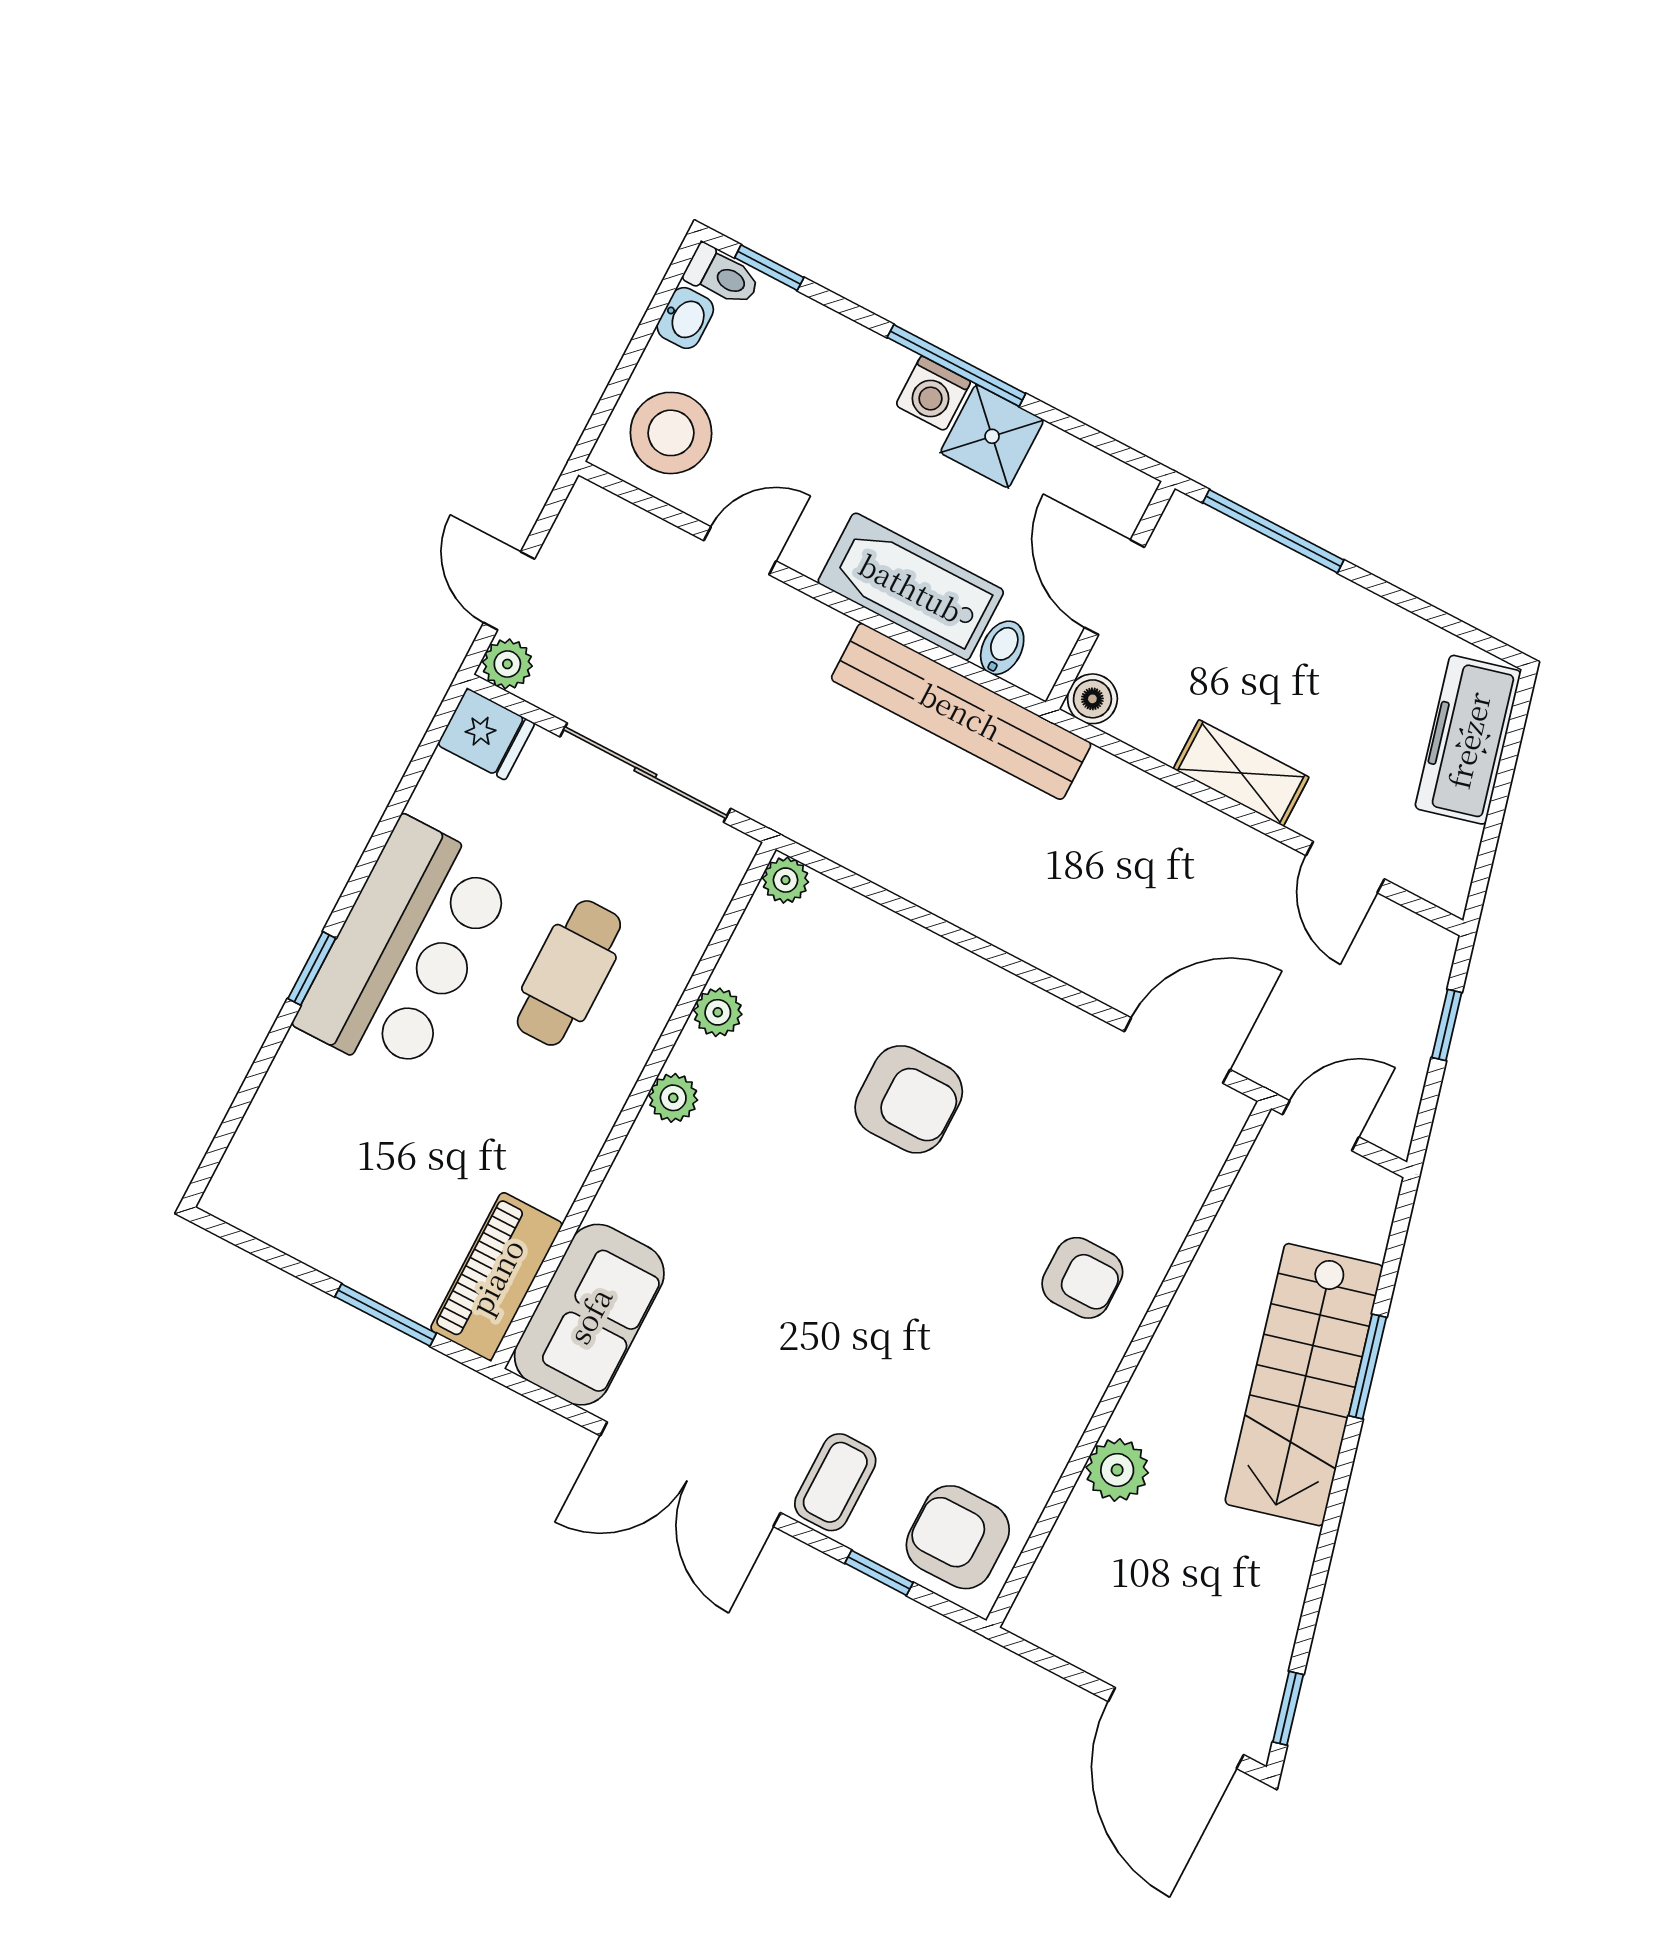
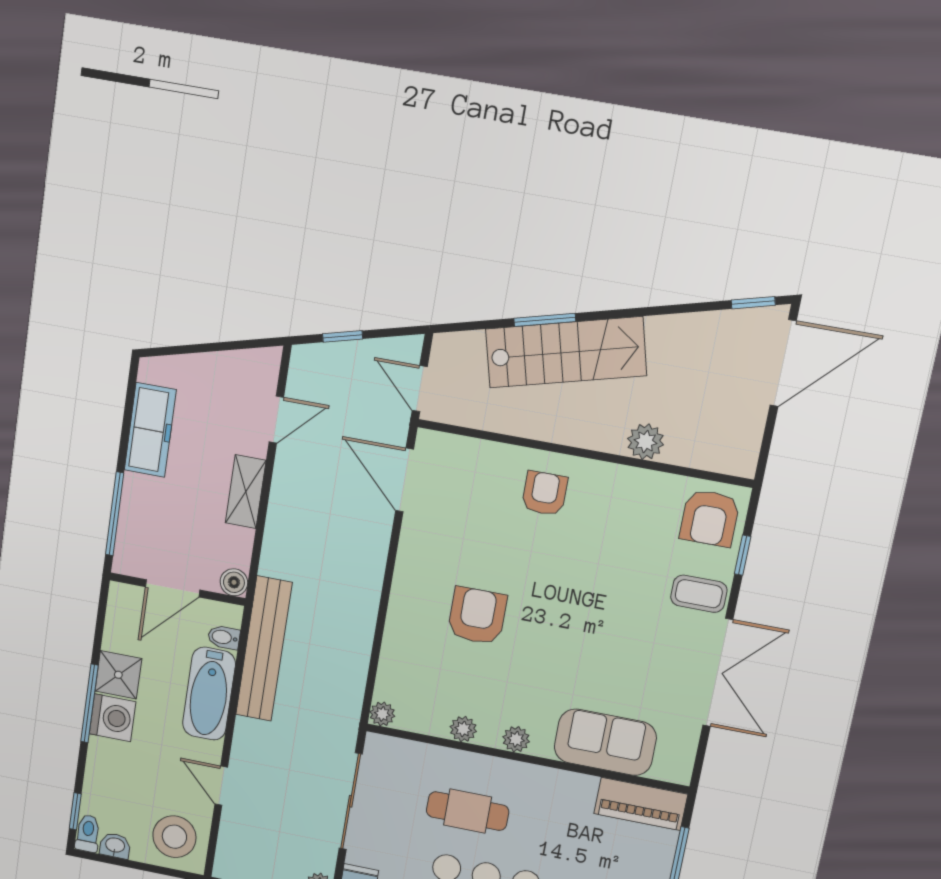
washing machine: (933, 393) -> (113, 718), width x1.38, depth x1.38
freezer: (1468, 740) -> (150, 430), moved, turned -75
sofa: (589, 1315) -> (605, 742), moved

